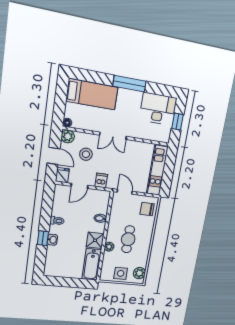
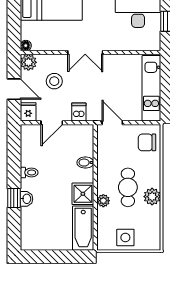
plant: (139, 273) -> (152, 197), moved

